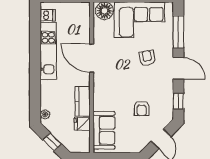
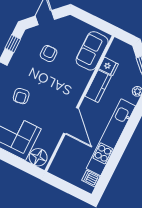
kitchen unit: (48, 51) -> (111, 137), width x1.36

